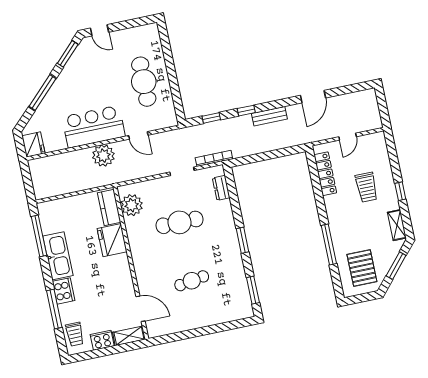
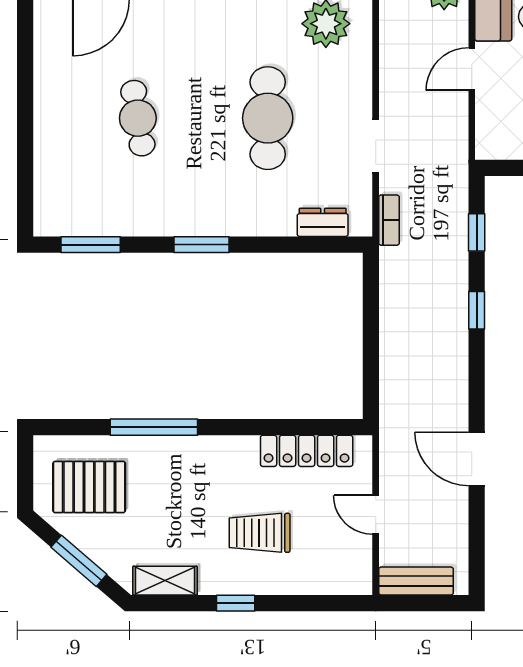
bench: (269, 116) -> (416, 581), moved, turned 90
bookcase: (214, 158) -> (389, 220), width x0.64

